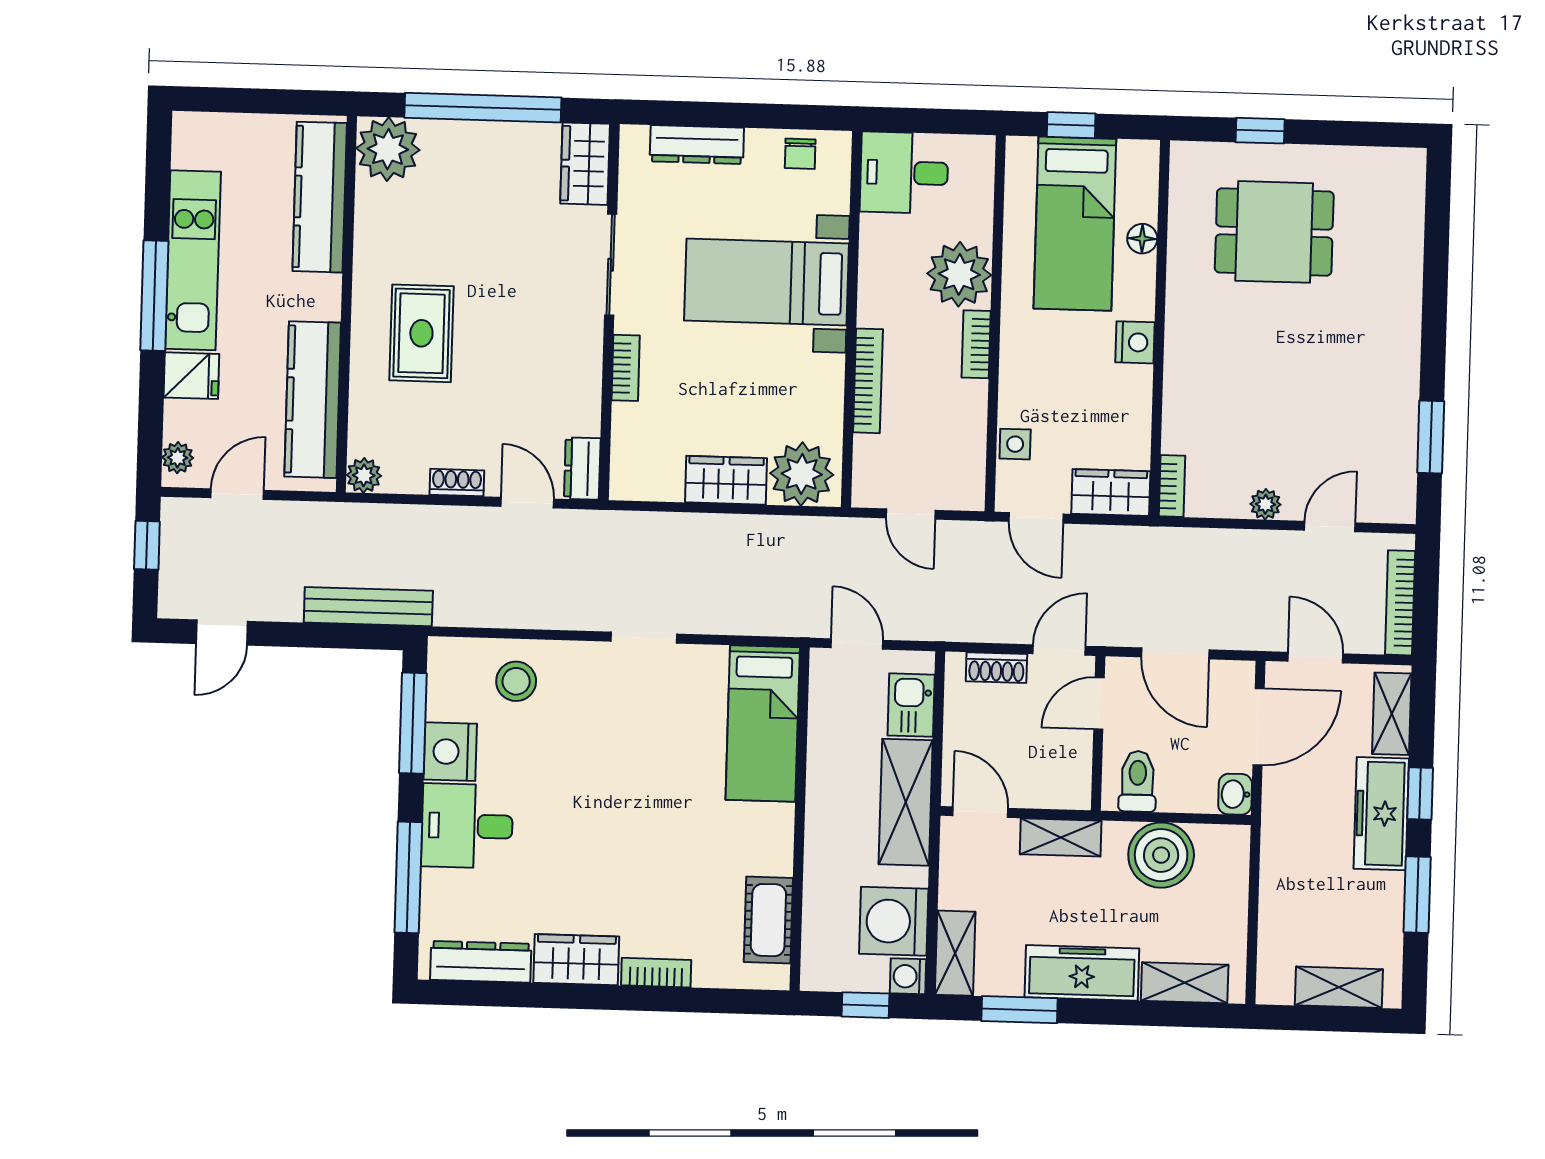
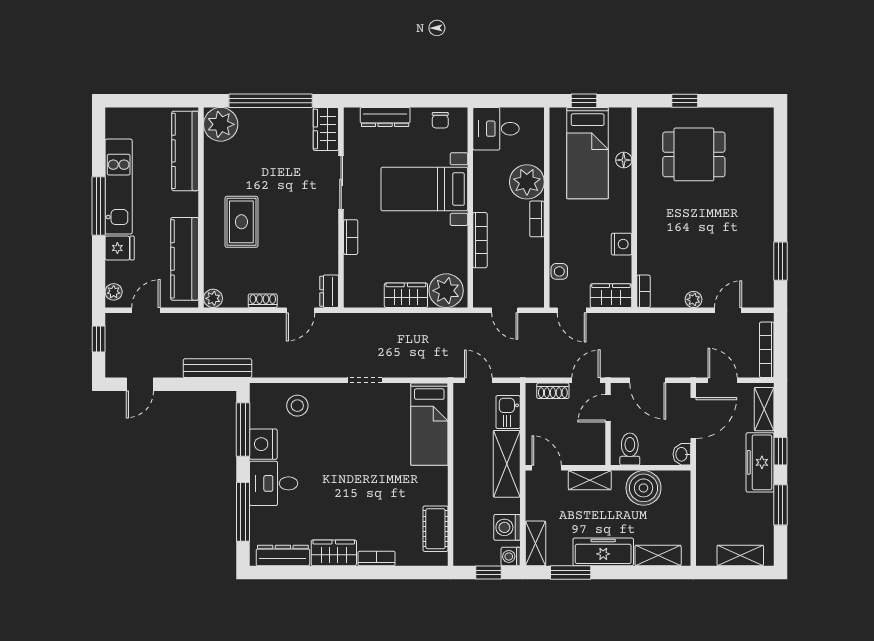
nightstand: (1135, 342) -> (622, 244), moved
door: (527, 503) -> (301, 310), swing flipped
washing machine: (894, 921) -> (507, 527), width x0.73, depth x0.73

